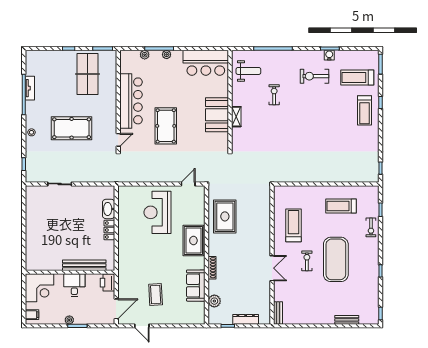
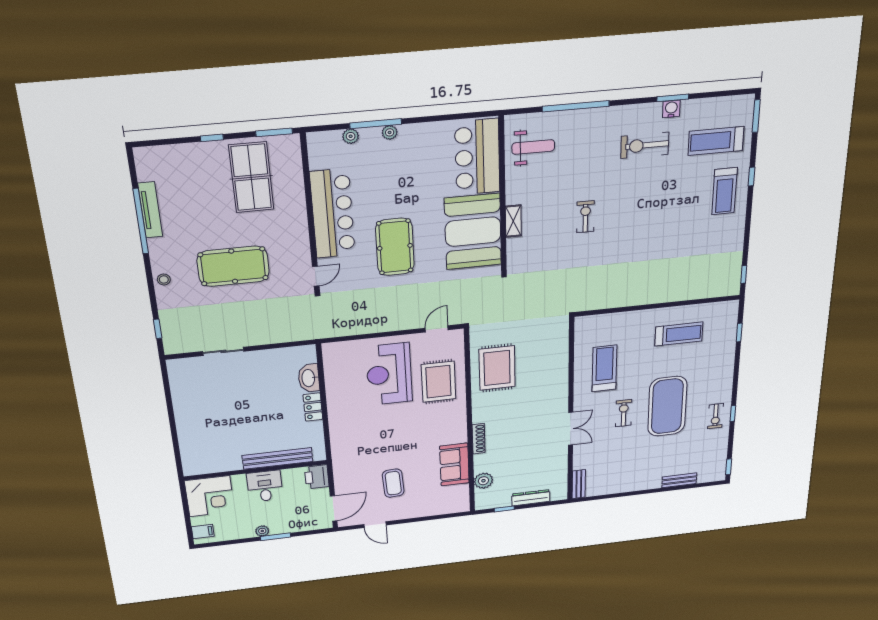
bar counter: (206, 63) -> (477, 157), moved, turned 90
tv unit: (30, 88) -> (150, 210), width x1.41
exercise bike: (274, 95) -> (585, 217), moved
booth: (217, 115) -> (473, 232), width x1.36, depth x1.42
treadmill: (341, 206) -> (679, 334), turned 180
exercise bike: (371, 227) -> (716, 416), moved
rug: (193, 241) -> (438, 382), moved

